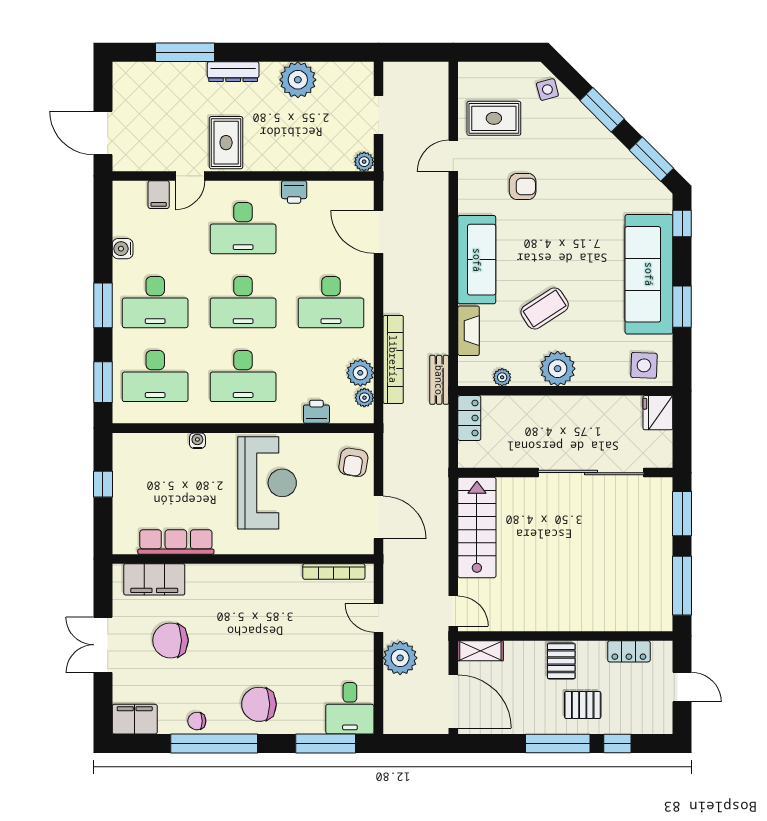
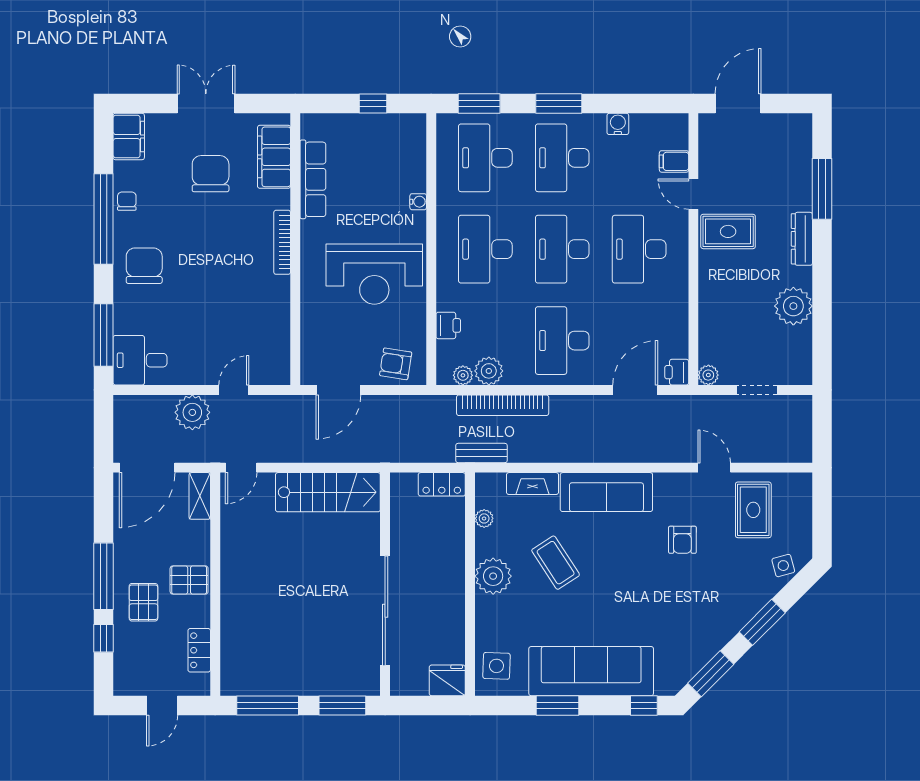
printer: (294, 192) -> (677, 372), moved
bookcase: (334, 572) -> (282, 242), moved

